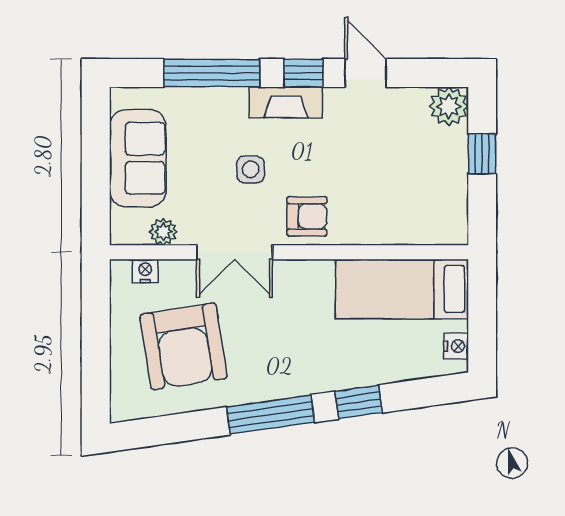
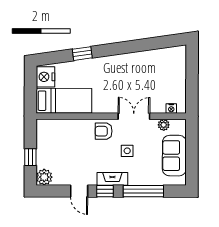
armchair: (184, 346) -> (155, 77), removed
nightstand: (456, 346) -> (45, 77), width x1.89, depth x1.79
window: (271, 415) -> (119, 48), removed

